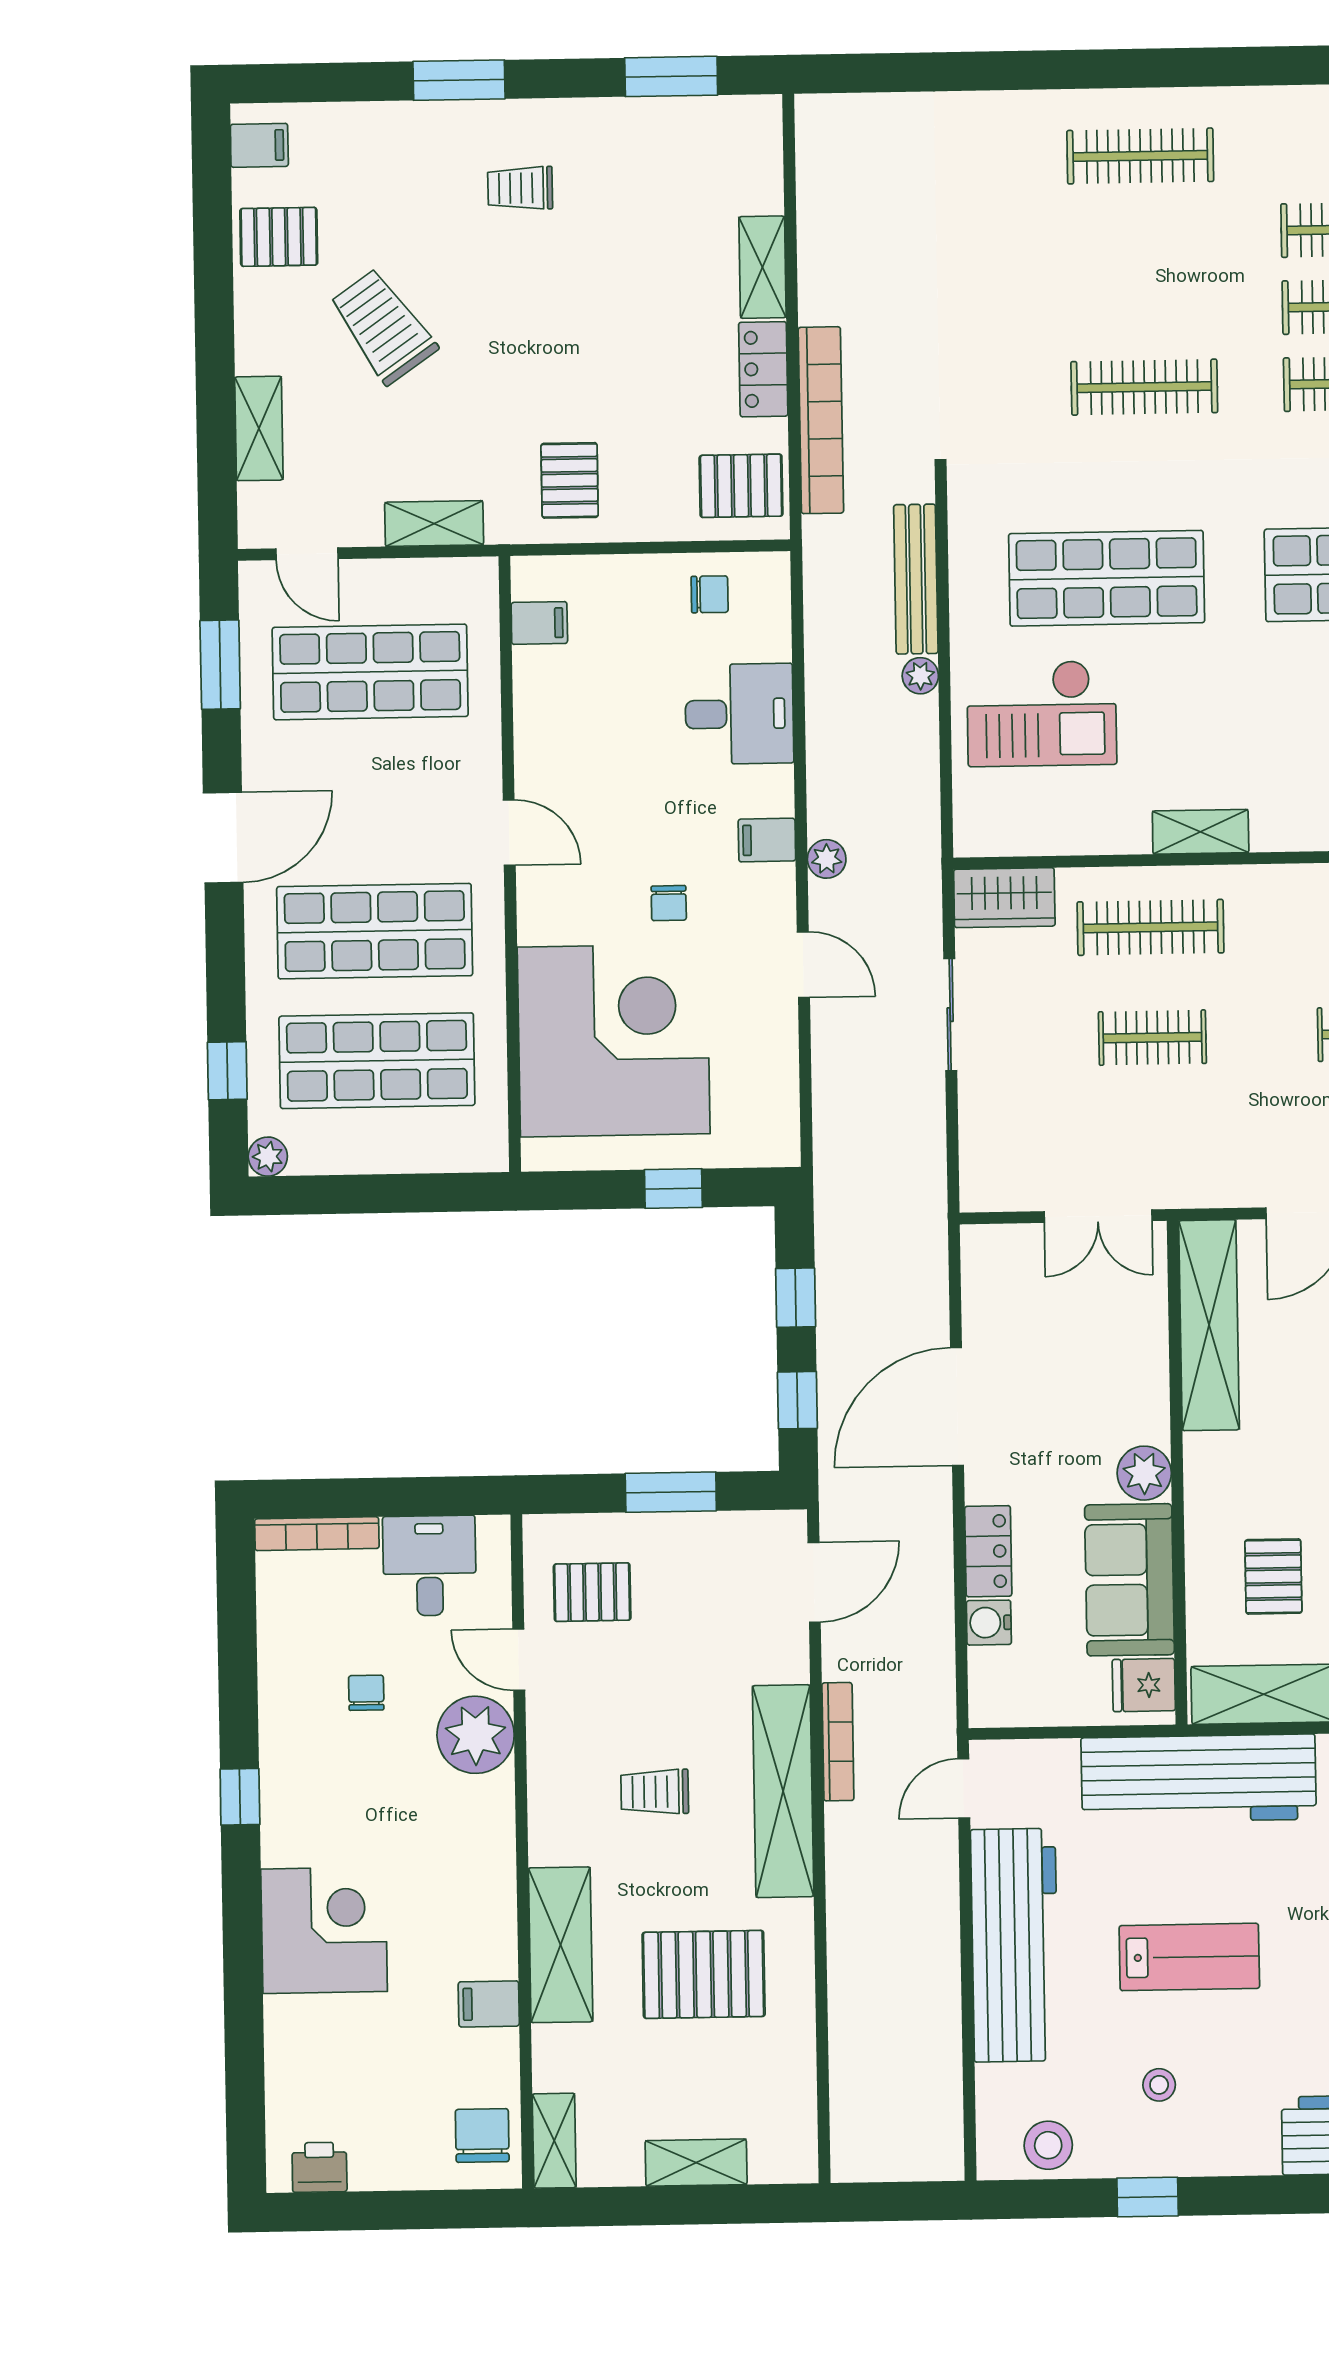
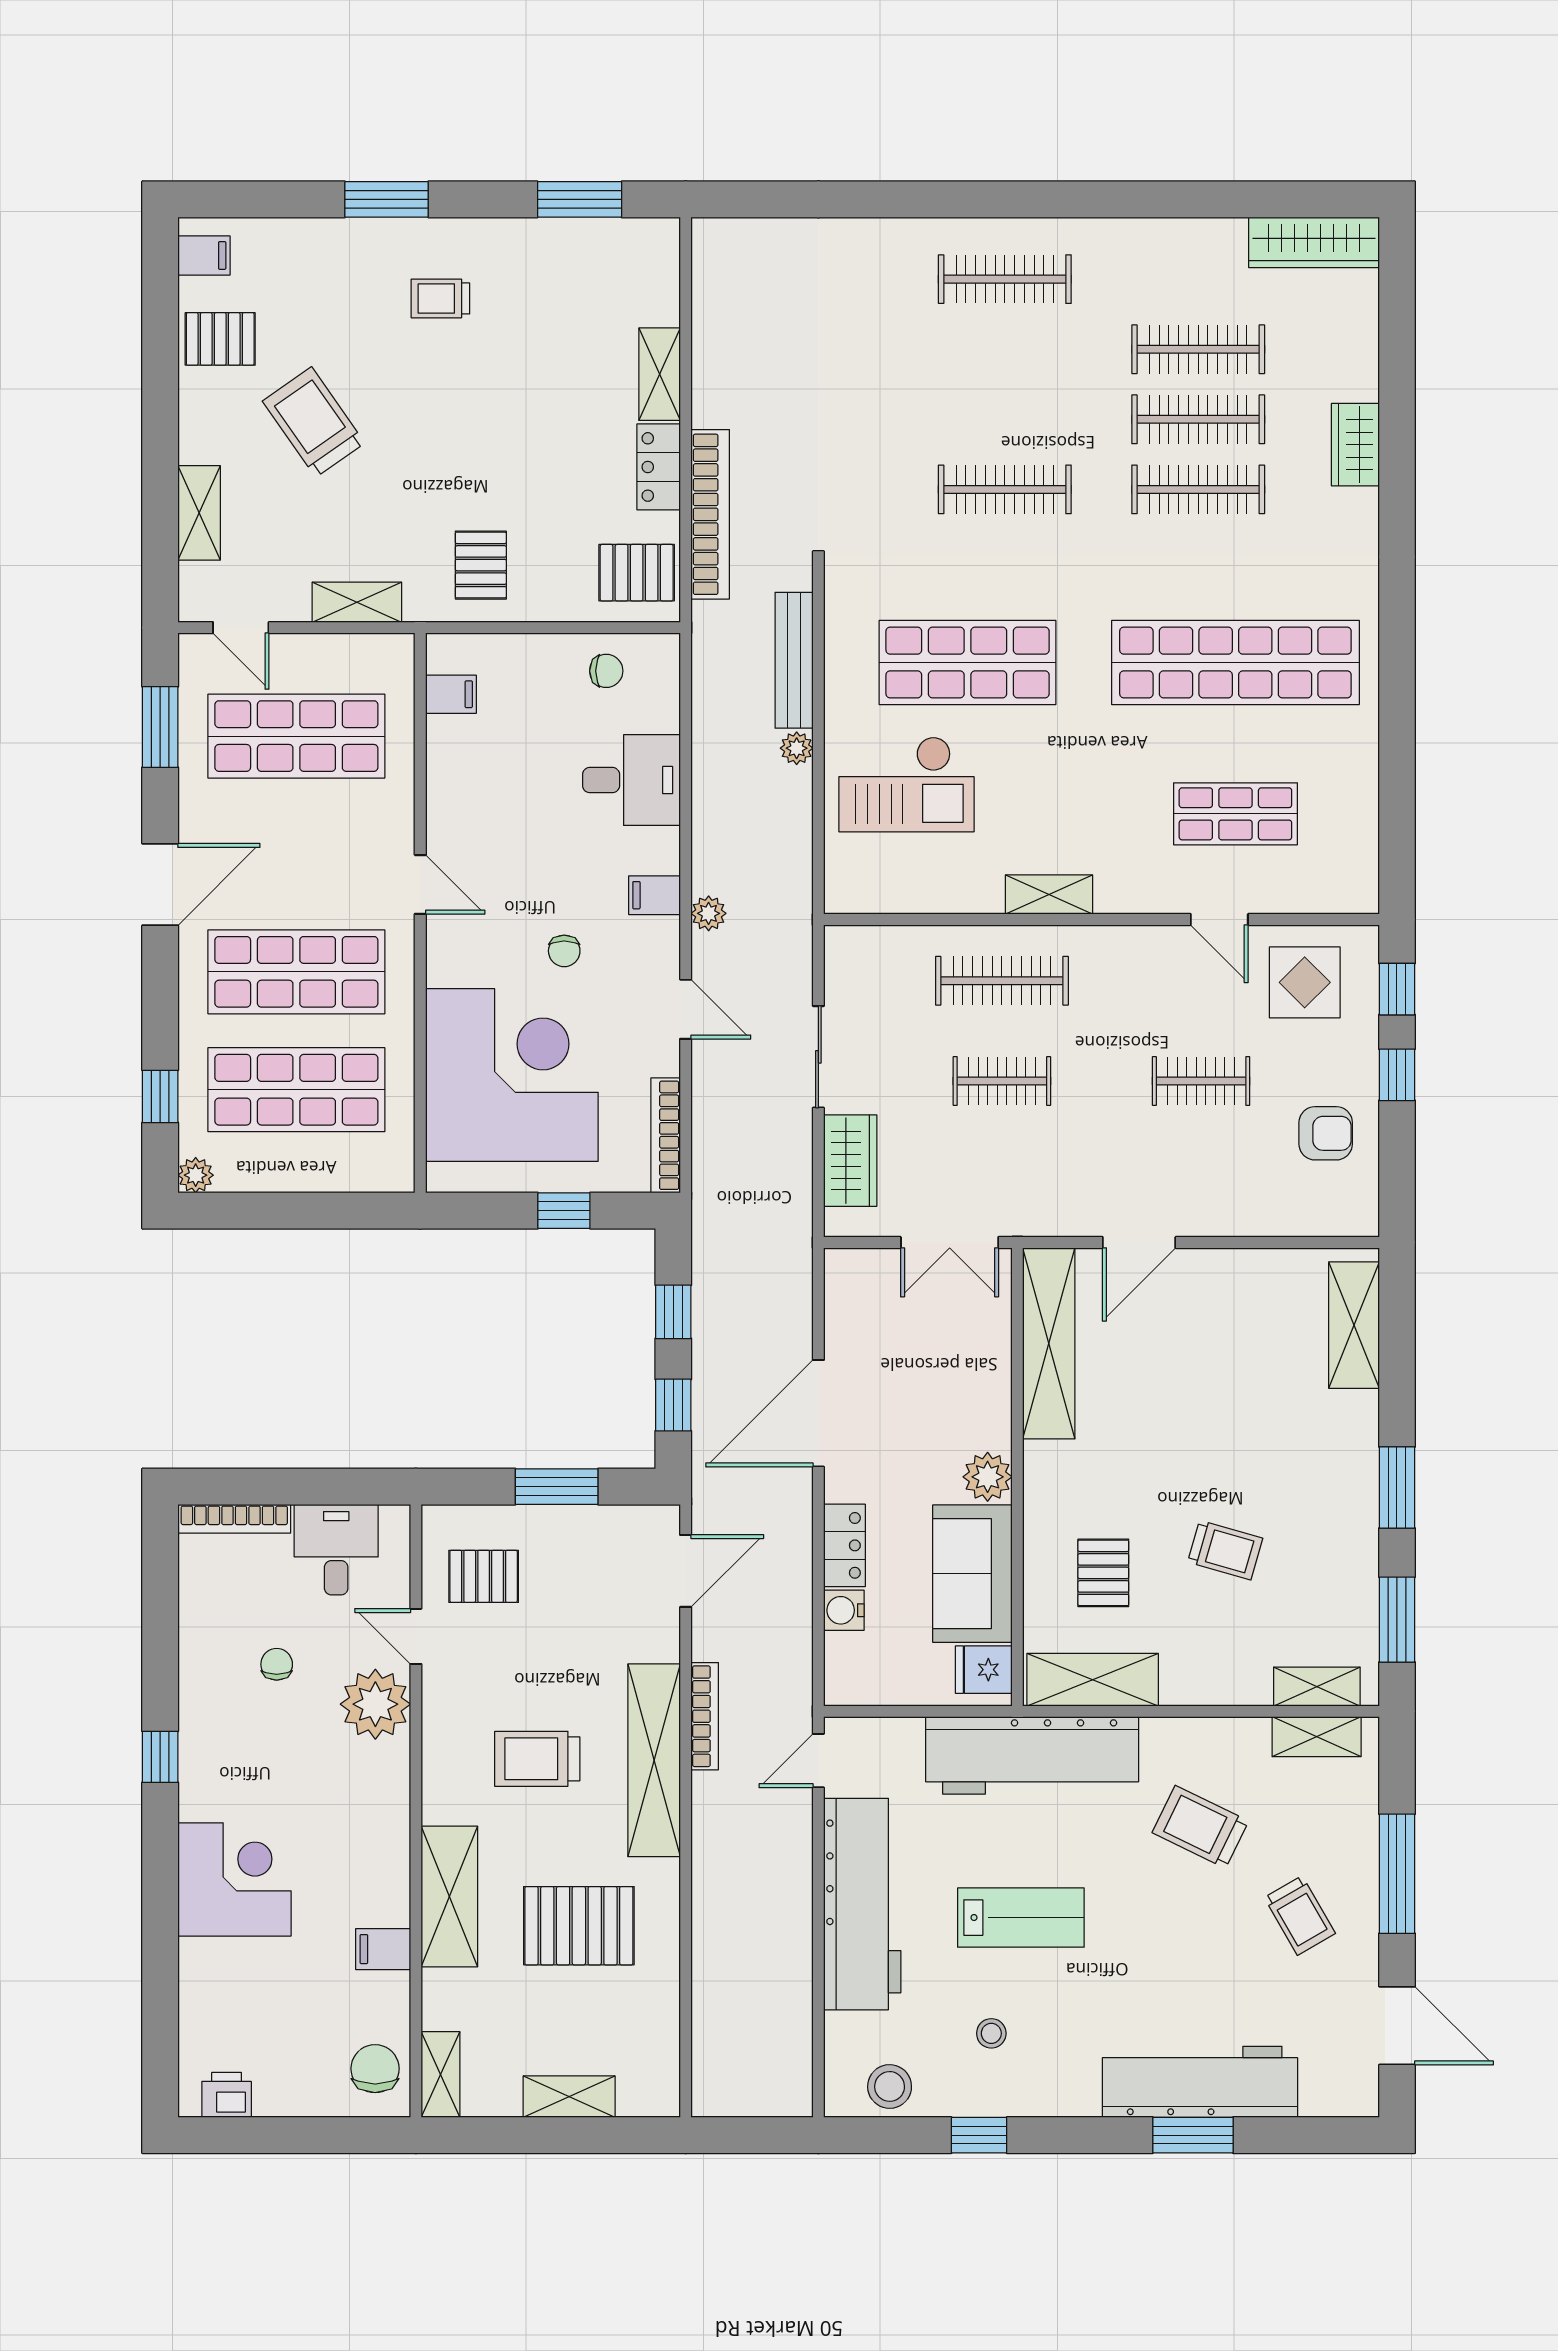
wardrobe: (1004, 898) -> (850, 1161), moved, turned -90
bookcase: (784, 1104) -> (666, 1135), added
trolley: (655, 1792) -> (537, 1759), width x1.36, depth x1.39

